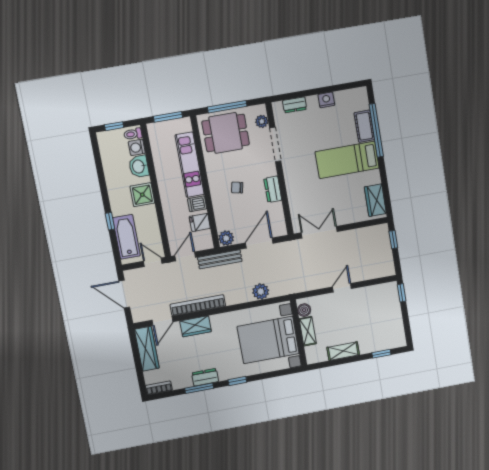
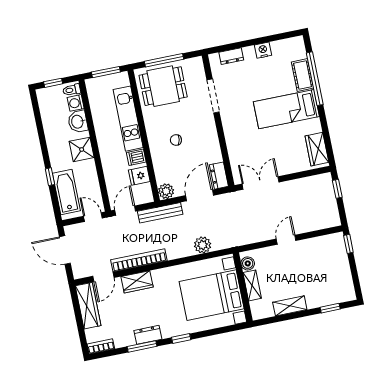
plant: (262, 121) -> (199, 74), removed
dresser: (273, 189) -> (219, 176), moved

